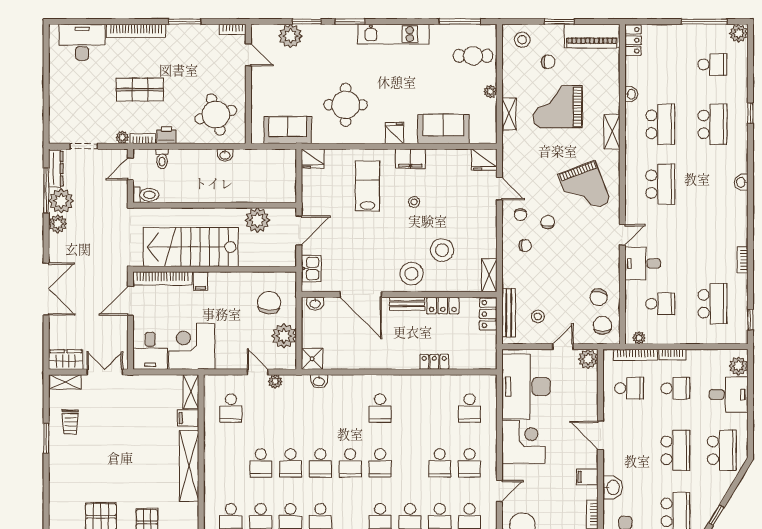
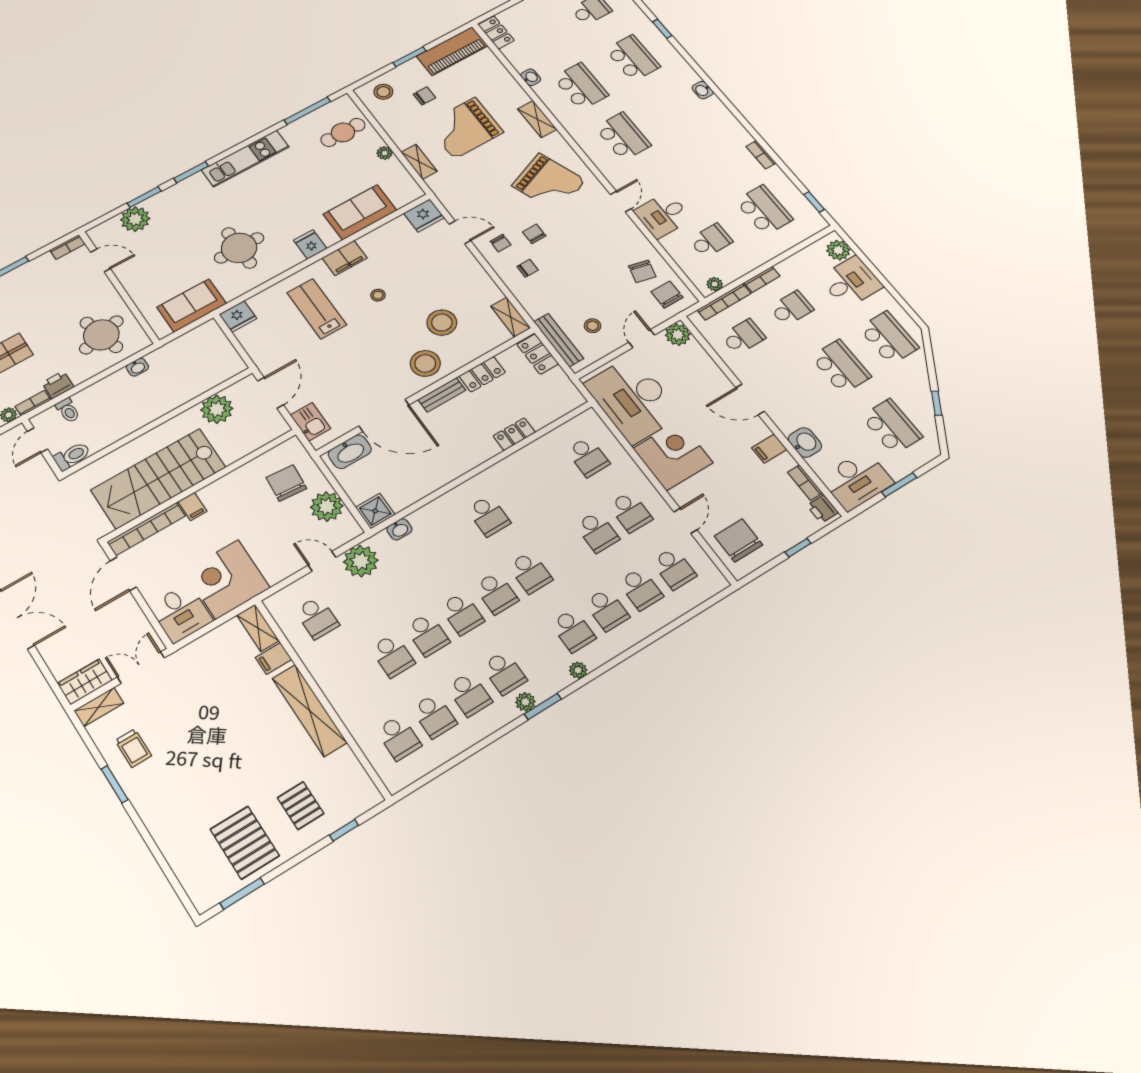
washbasin: (315, 304) -> (350, 452), width x1.91, depth x1.45
plant: (275, 381) -> (361, 561), width x1.88, depth x1.88

